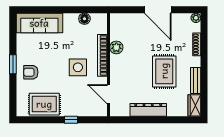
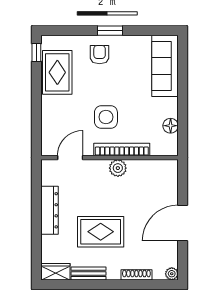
plant: (116, 47) -> (118, 168), moved
window: (71, 120) -> (36, 53), moved

